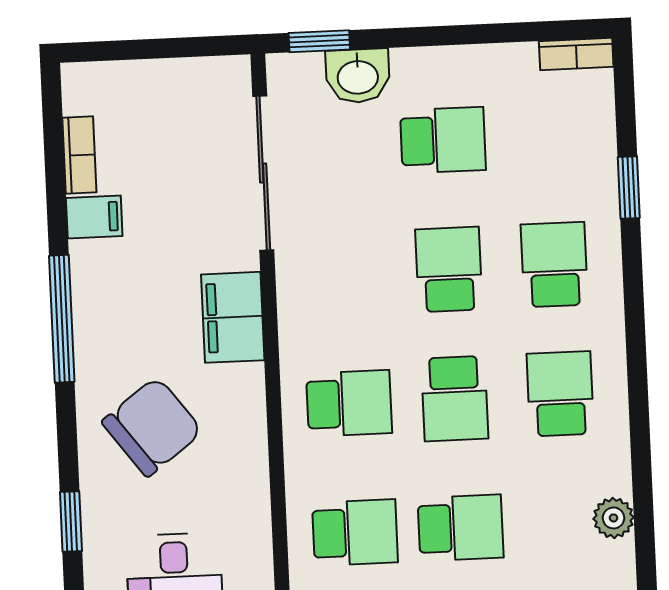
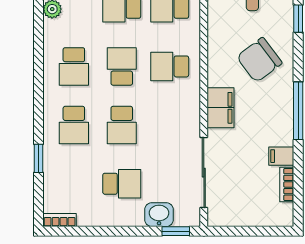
school desk: (443, 140) -> (122, 184), turned 180

